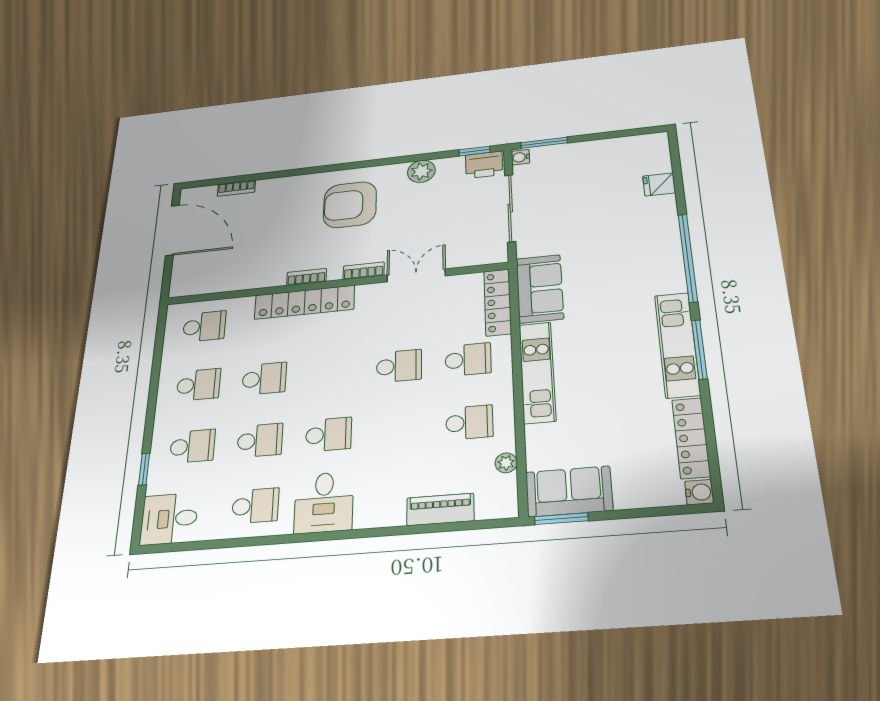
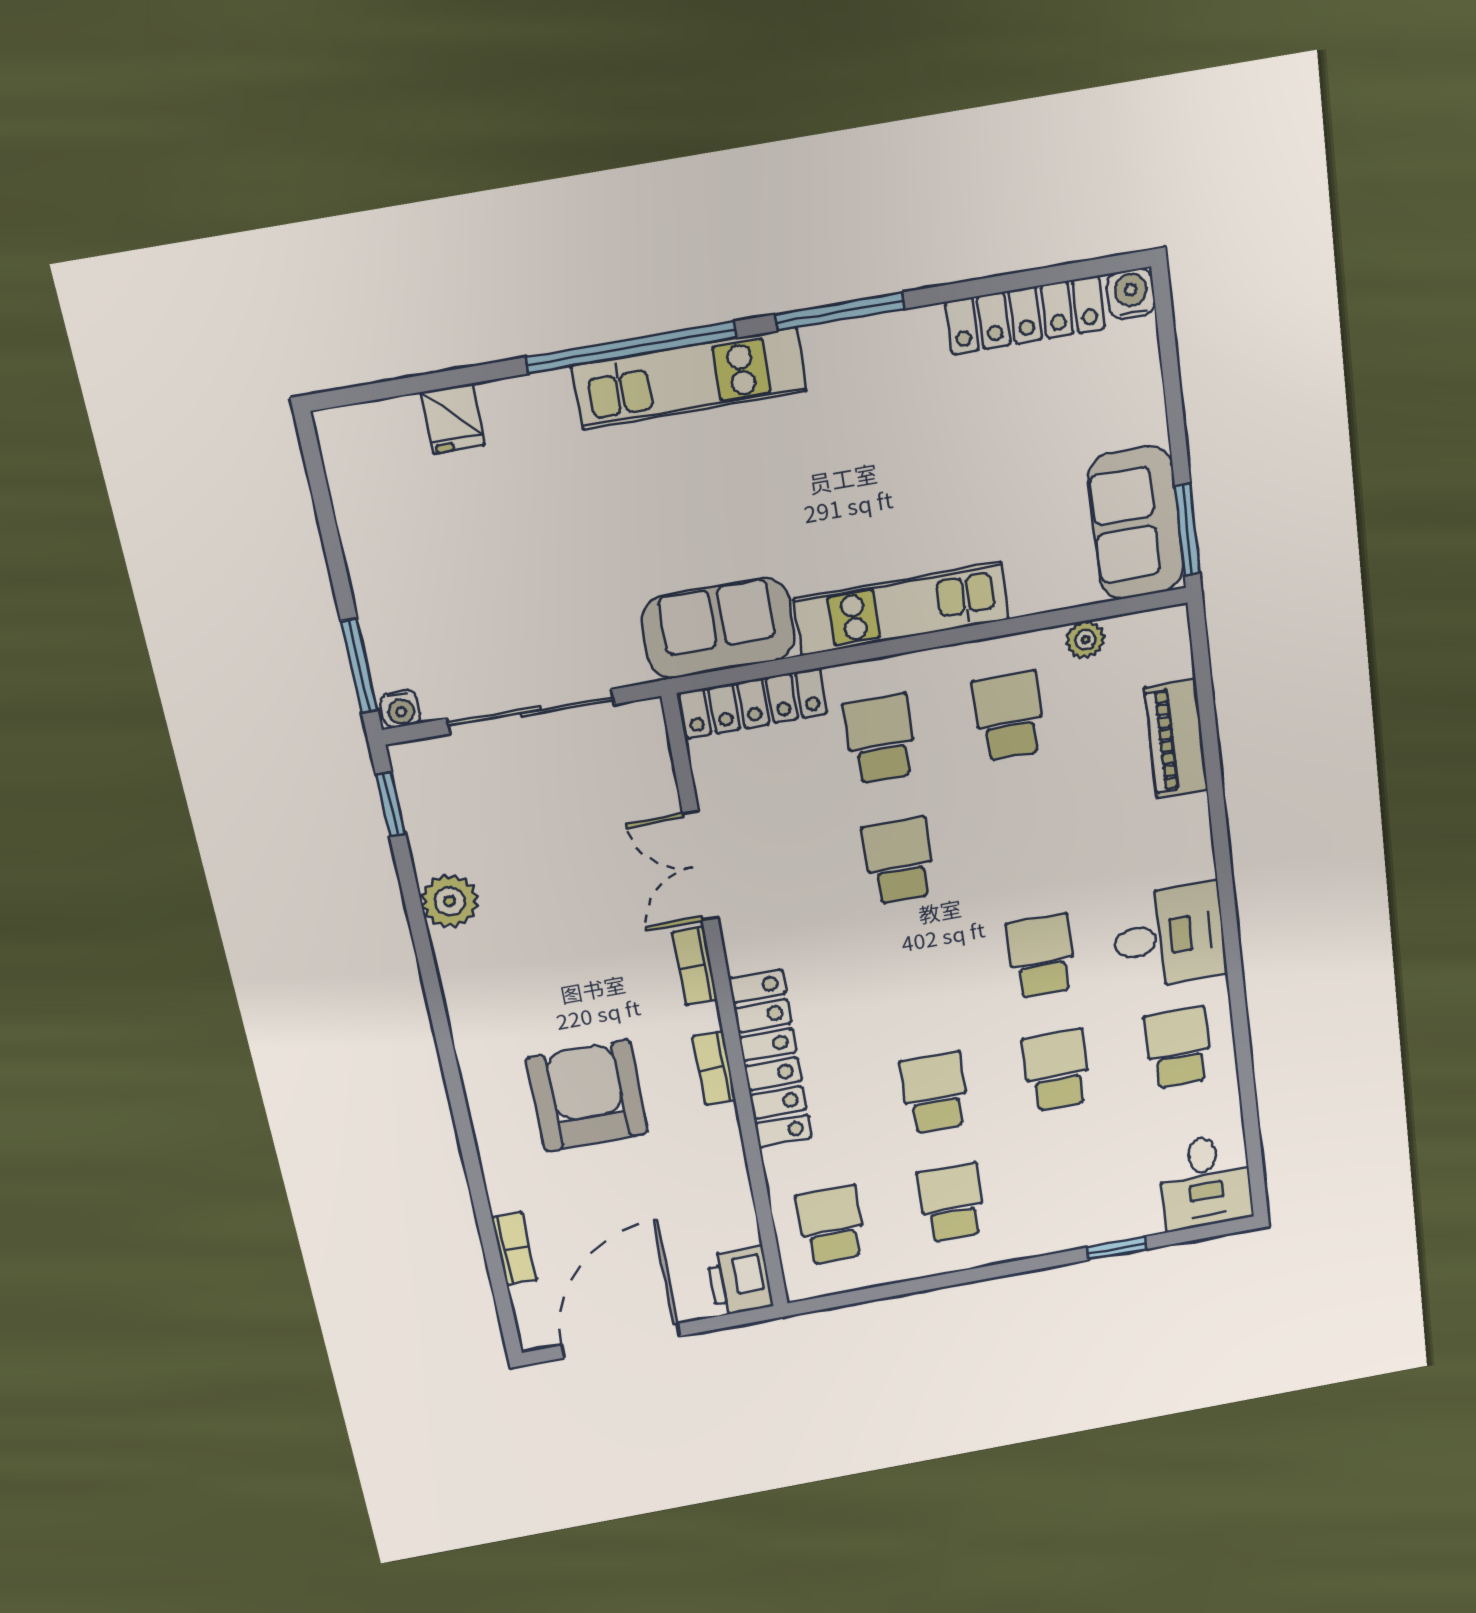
printer: (484, 165) -> (740, 1281), moved, turned 180
armchair: (350, 205) -> (587, 1096), moved, turned 180
kitchen unit: (677, 345) -> (690, 379), moved
school desk: (192, 446) -> (1072, 1181), removed

